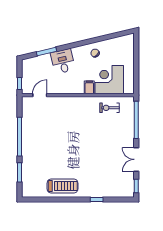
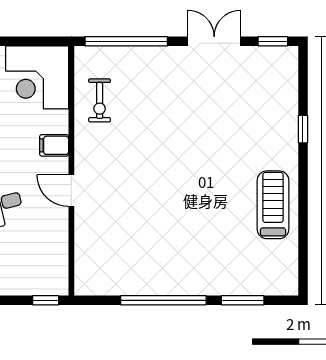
corner desk: (109, 80) -> (37, 77), moved
door: (40, 95) -> (71, 191), moved
double door: (136, 159) -> (214, 41), swing flipped

